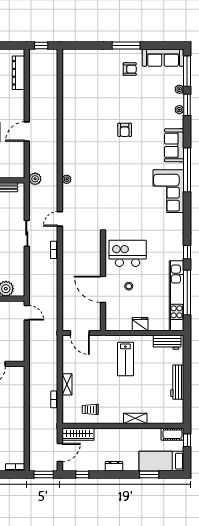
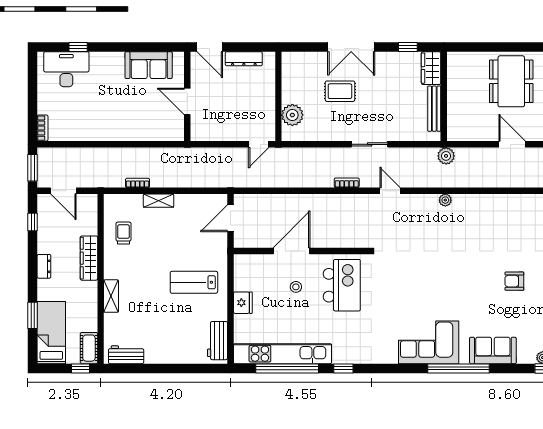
workbench: (177, 382) -> (126, 355), moved, width x0.73
wardrobe: (78, 434) -> (89, 258), moved

